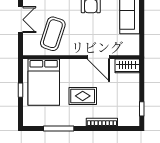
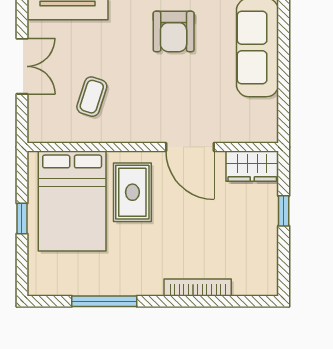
coffee table: (53, 34) -> (92, 97), width x0.54, depth x0.58
rug: (83, 96) -> (132, 192), moved, turned 90
window: (142, 109) -> (284, 211), moved

